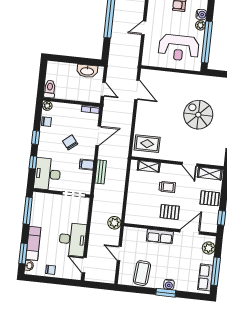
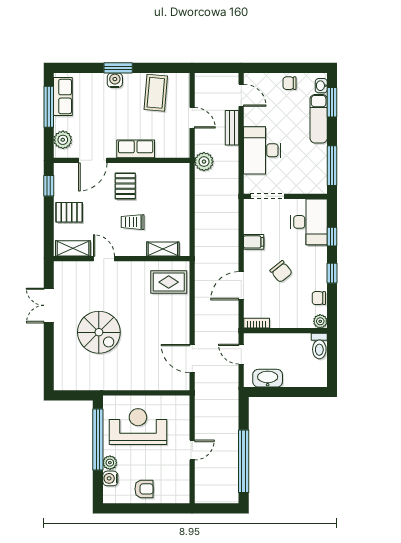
bench: (101, 172) -> (232, 128), moved
pallet: (170, 212) -> (125, 186), turned 90
desk: (72, 239) -> (262, 150), moved

